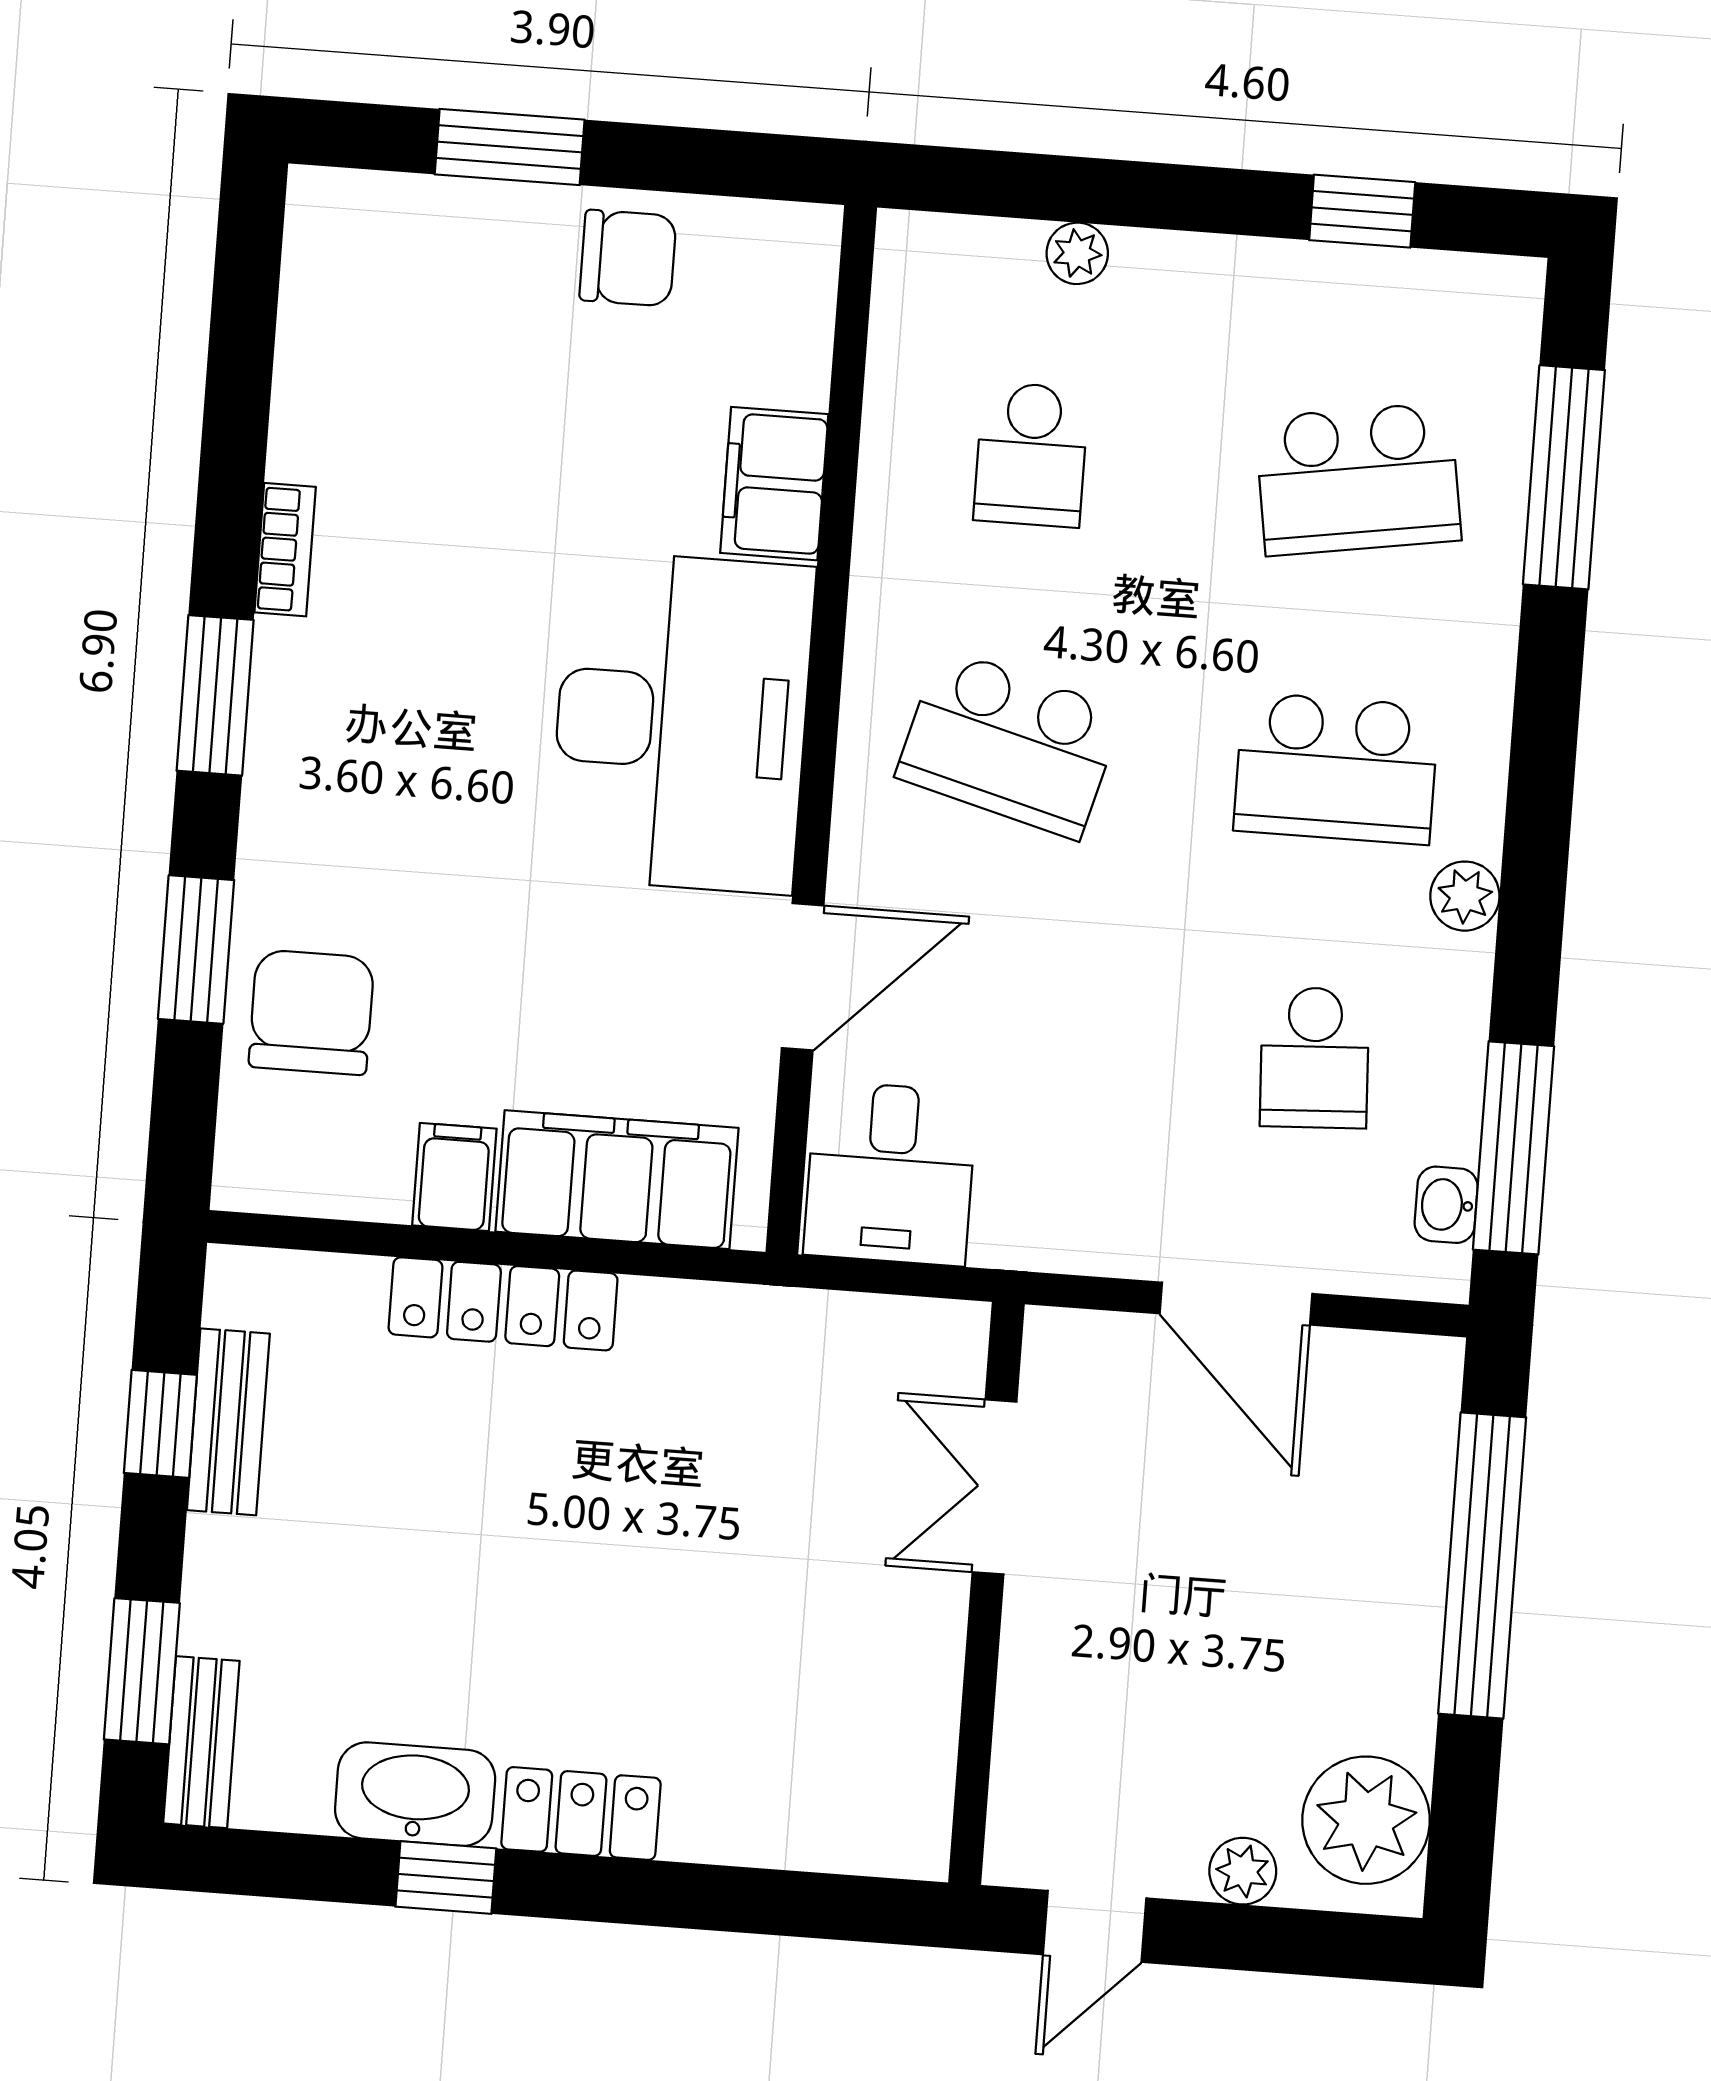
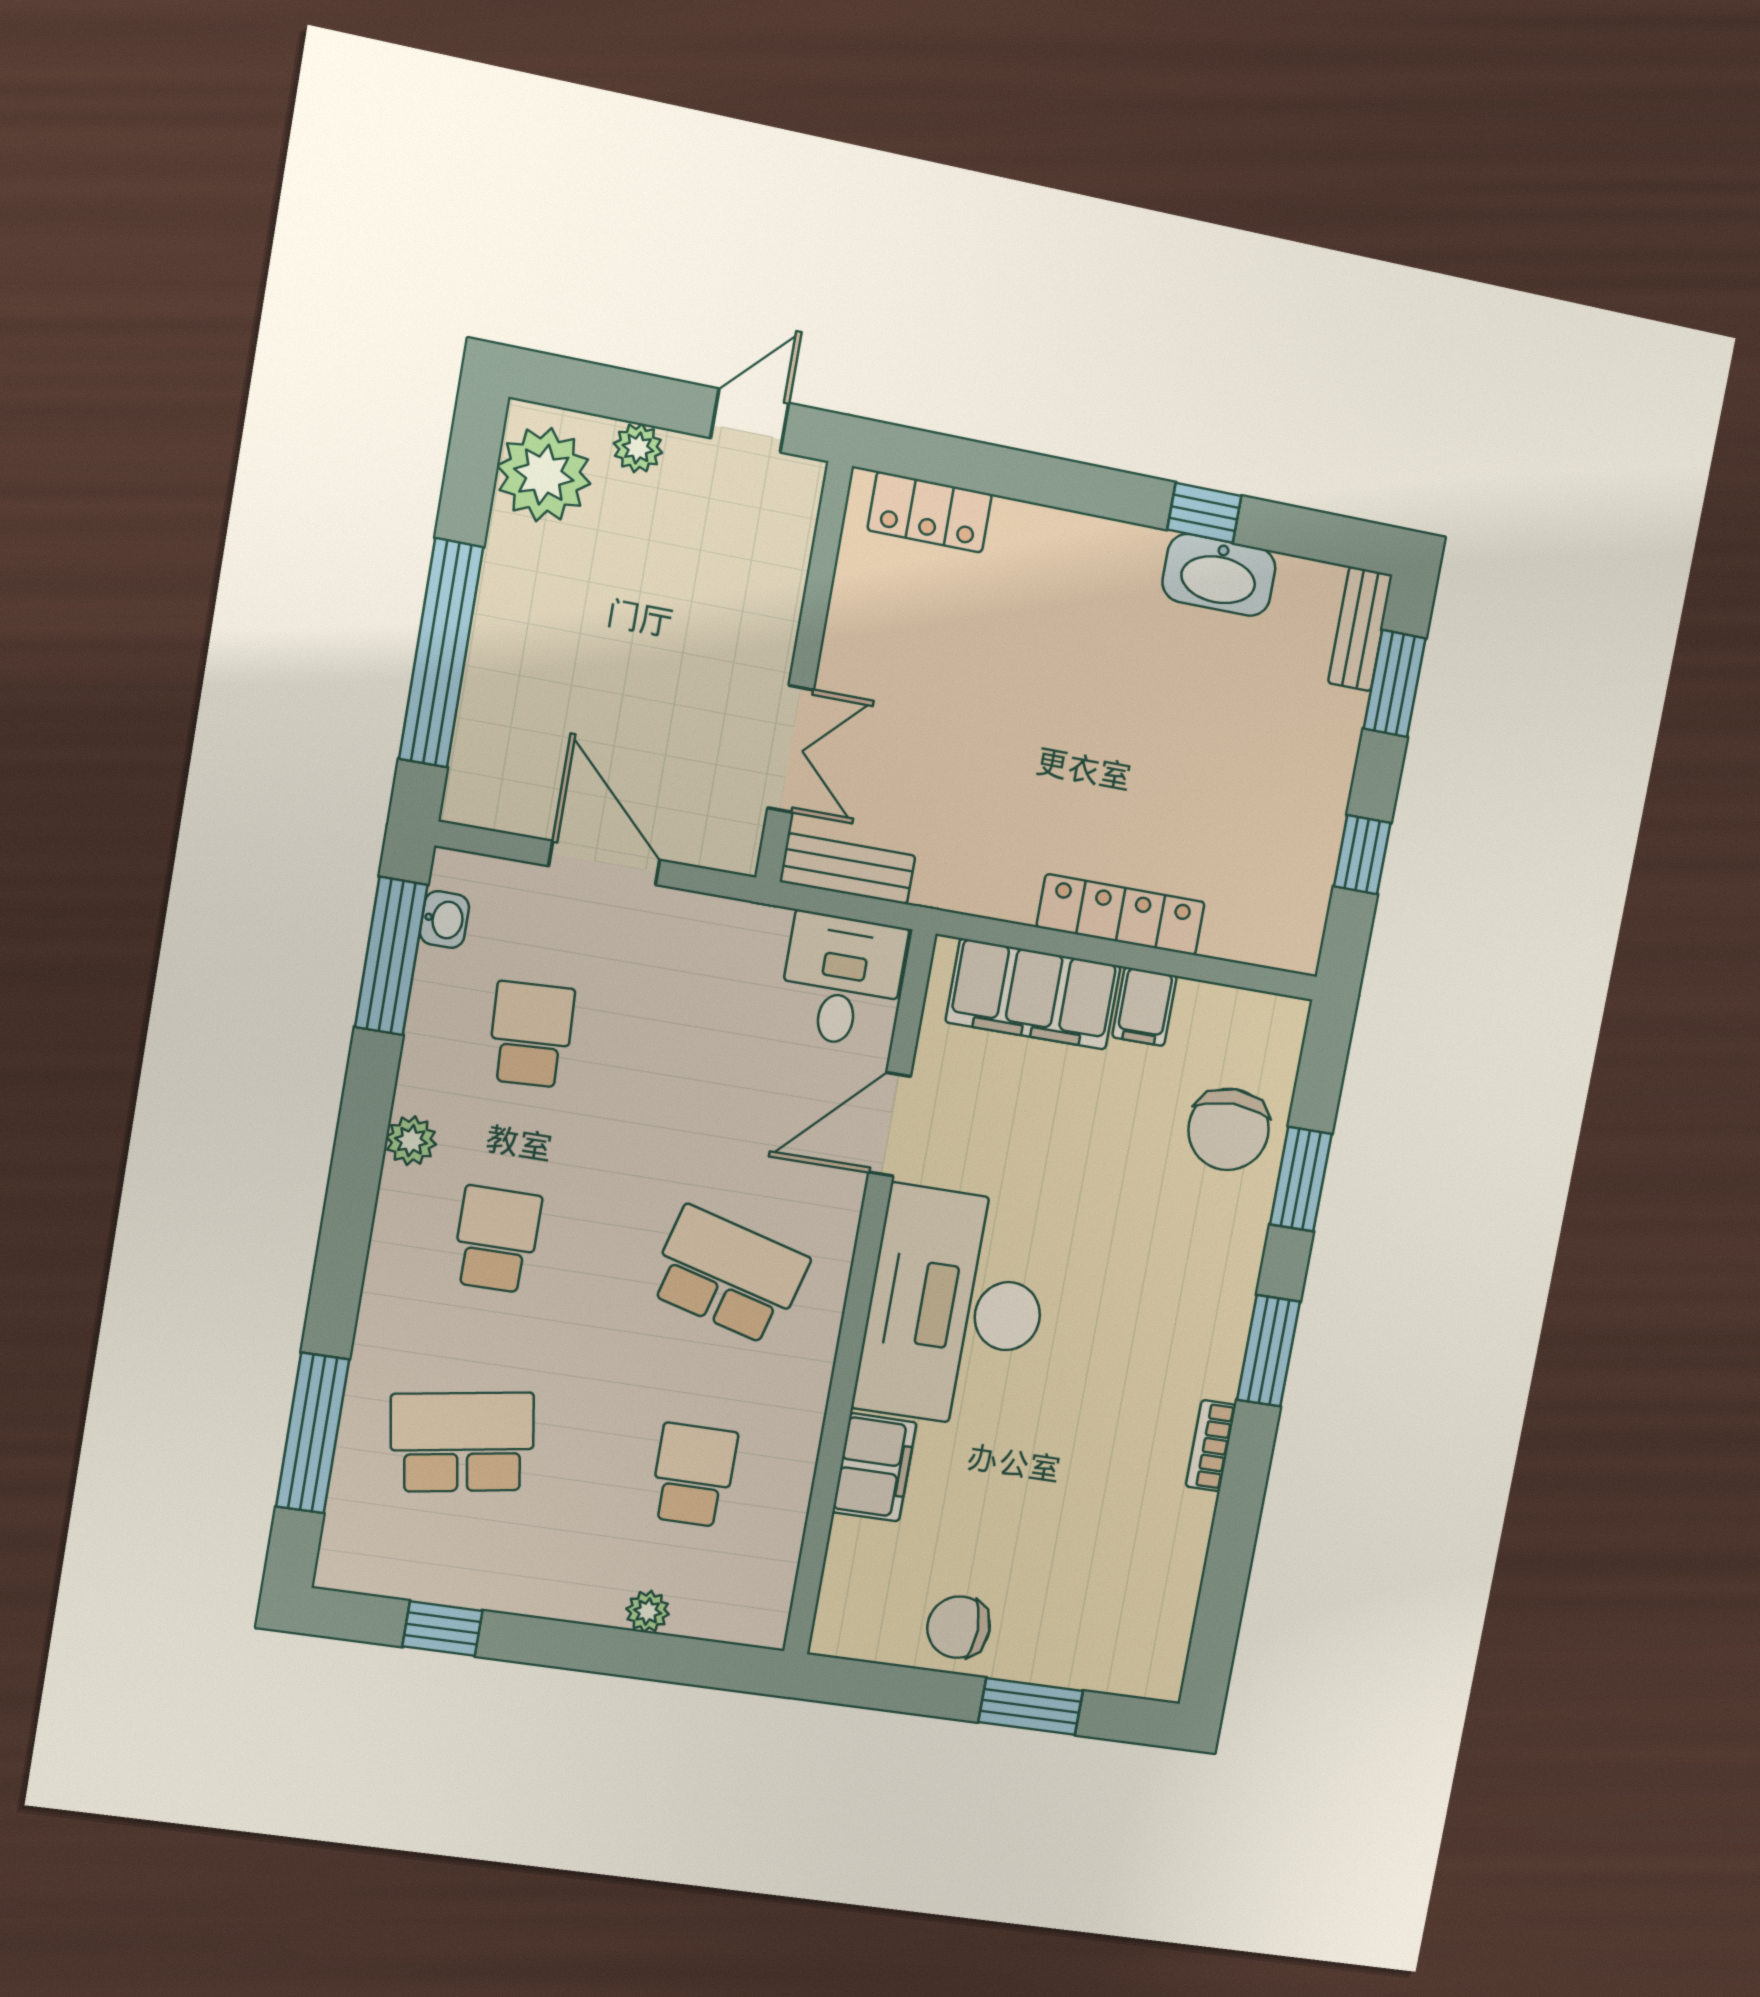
school desk: (1336, 768) -> (496, 1239), width x0.54
bench: (228, 1422) -> (848, 869), moved, turned 90
locker: (581, 1813) -> (930, 512), moved

